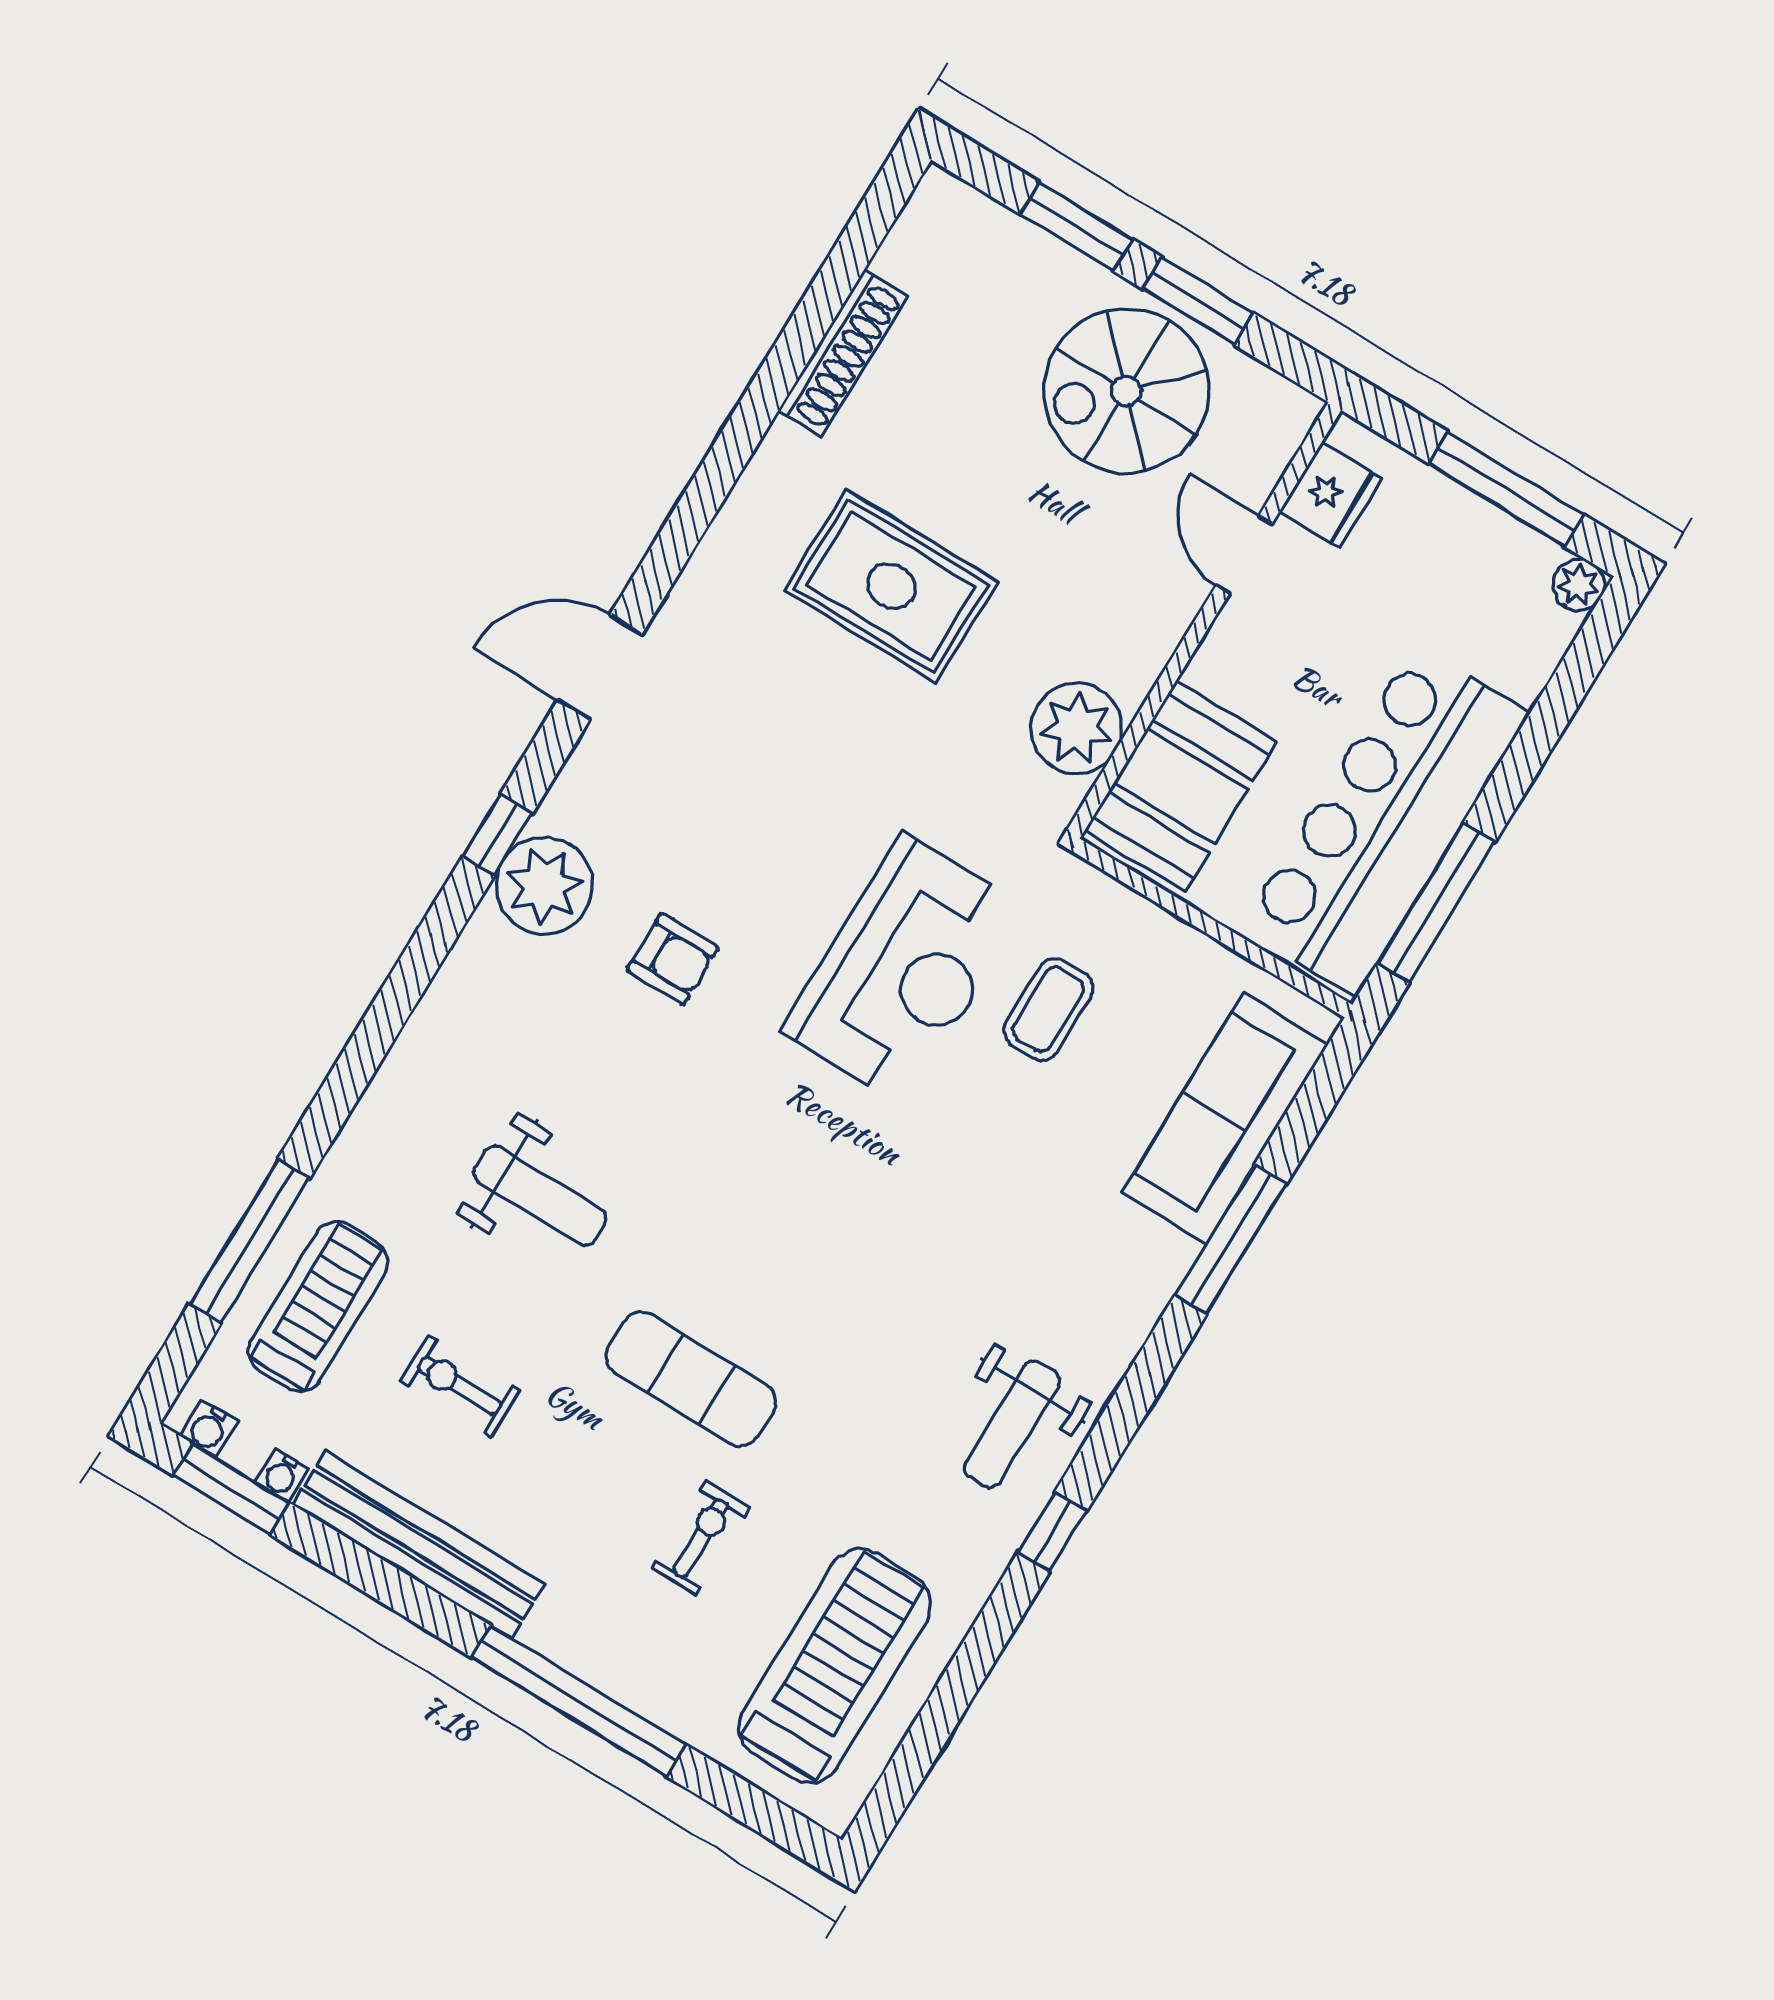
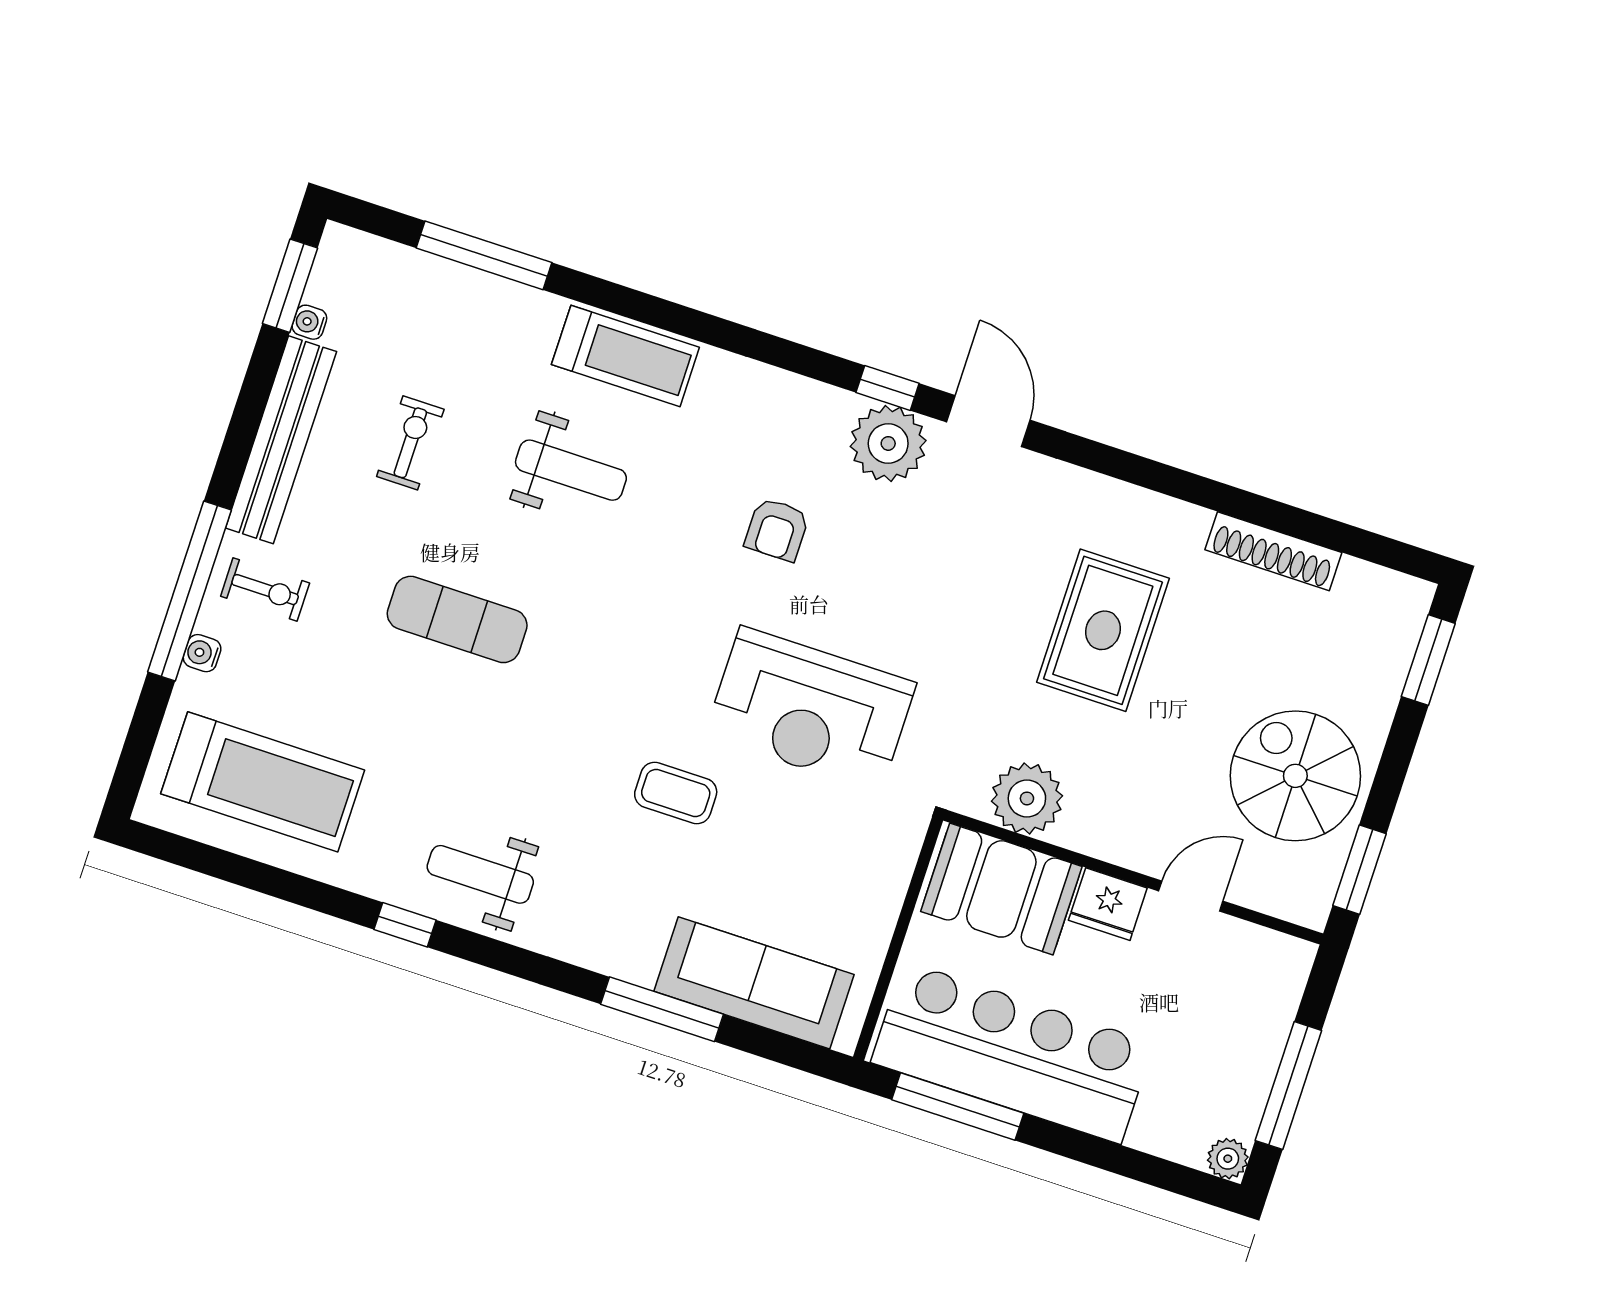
window: (1077, 227) -> (1428, 660), moved
window: (1198, 301) -> (1359, 870), moved
fridge: (1330, 495) -> (1108, 904), moved
window: (497, 835) -> (888, 388), moved
plant: (544, 886) -> (888, 443), moved
coffee table: (1048, 1009) -> (676, 793), moved
weight bench: (540, 1196) -> (571, 470), turned -90
treadmill: (318, 1307) -> (625, 356), moved
exercise mat: (691, 1379) -> (457, 619), turned 90
water cooler: (209, 1429) -> (202, 653), moved
exercise bike: (701, 1538) -> (265, 590), moved

